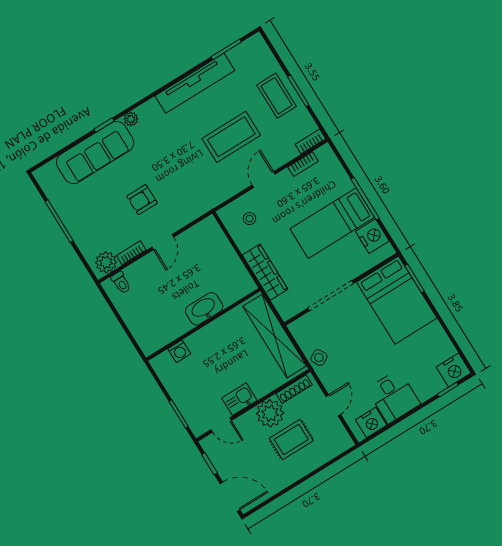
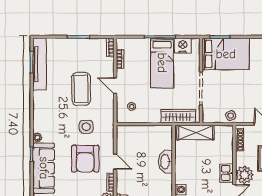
tv unit: (195, 83) -> (40, 64), moved
coffee table: (276, 96) -> (74, 50), removed
side table: (185, 175) -> (86, 127), added
armchair: (142, 200) -> (85, 159), width x1.88, depth x1.88
wardrobe: (265, 272) -> (178, 116), moved
shelving: (275, 336) -> (195, 133), width x0.68
plant: (270, 413) -> (245, 175), moved

